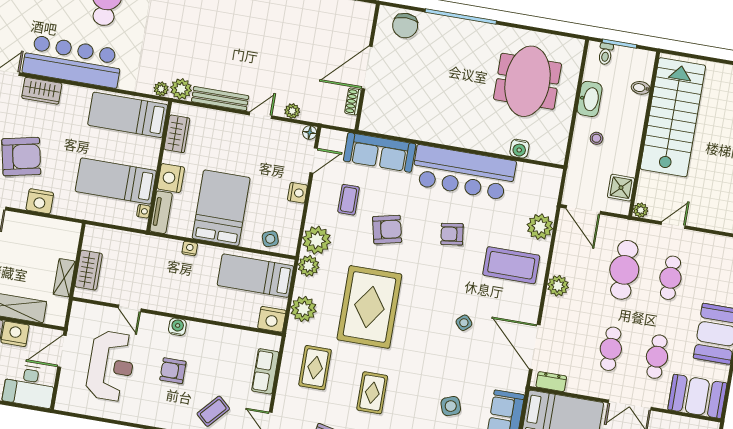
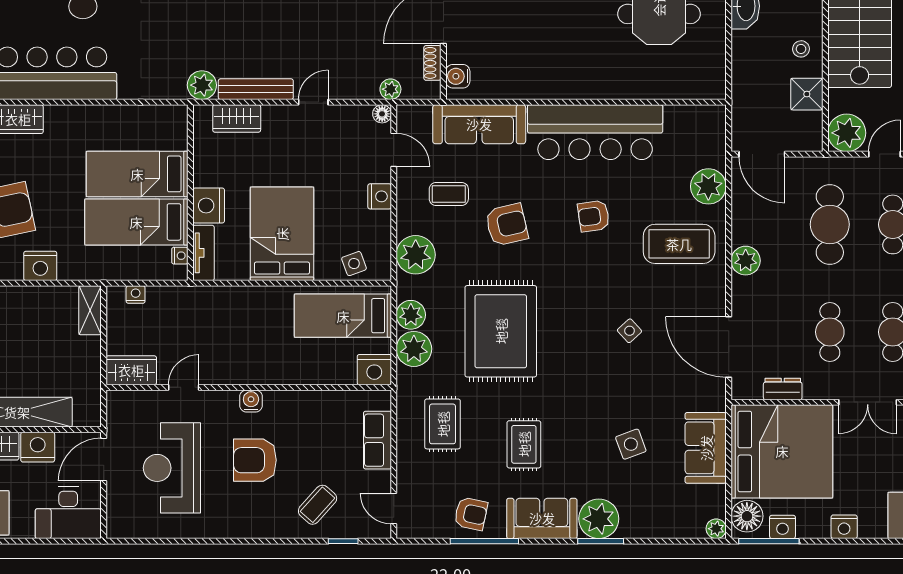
plant: (161, 89) -> (176, 90), removed
plant: (292, 111) -> (390, 89), moved
bed: (128, 115) -> (137, 174), moved
wardrobe: (177, 134) -> (237, 118), moved, turned 90
stool: (596, 138) -> (801, 49), moved
water cooler: (519, 149) -> (458, 76), moved, turned 90
door: (314, 160) -> (394, 150), hinge flipped
shower: (621, 188) -> (807, 94), moved
coffee table: (349, 200) -> (449, 194), turned 90
plant: (641, 210) -> (847, 133), width x1.87, depth x1.87
nightstand: (190, 248) -> (136, 295), moved
plant: (308, 266) -> (411, 315), moved
wardrobe: (89, 270) -> (131, 370), moved, turned -90
shelving: (64, 278) -> (90, 310), moved
door: (130, 308) -> (184, 387), swing flipped
reception desk: (111, 366) -> (172, 468), turned 180
armchair: (173, 371) -> (255, 460), width x1.38, depth x1.38
dresser: (551, 382) -> (783, 389), moved

